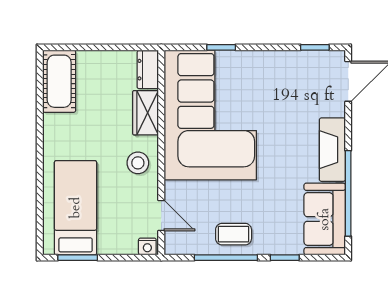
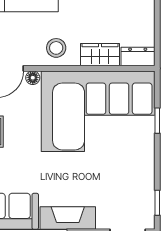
floor lamp: (172, 190) -> (33, 78), added

